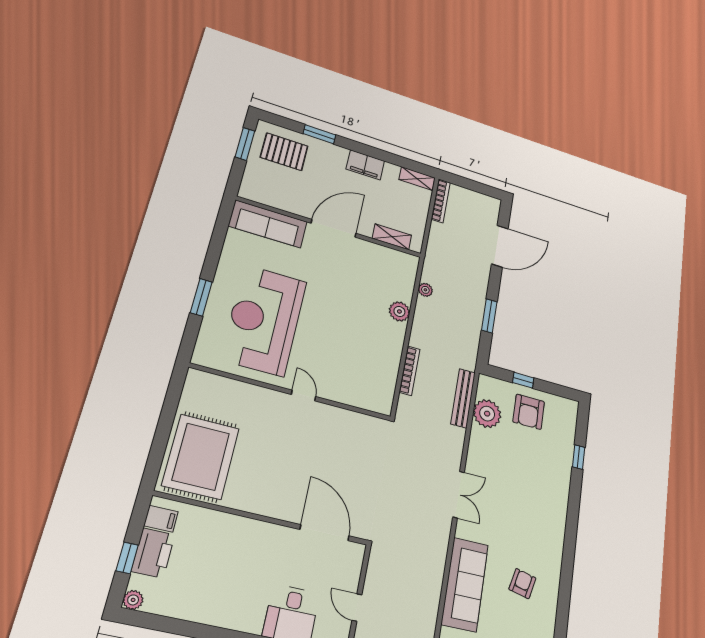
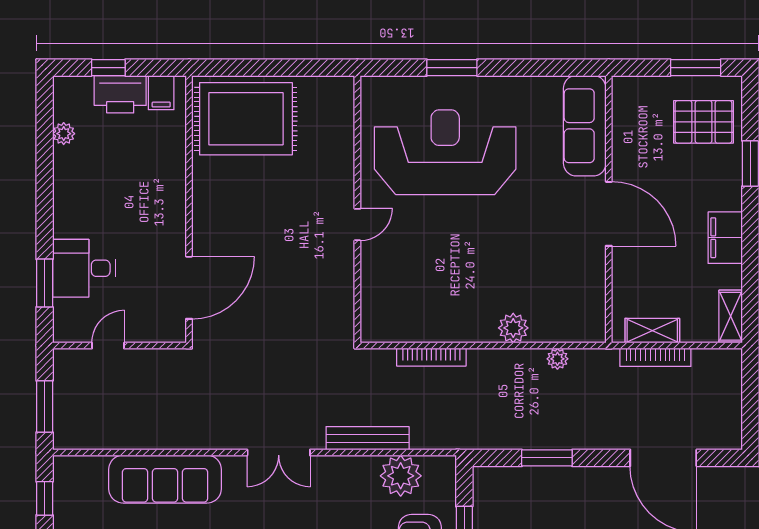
pallet: (284, 152) -> (704, 122), turned 90
bookcase: (441, 201) -> (655, 357), moved
shelving: (392, 237) -> (652, 331), moved, turned 90
bench: (463, 398) -> (368, 438), moved
plant: (133, 600) -> (64, 134), moved

